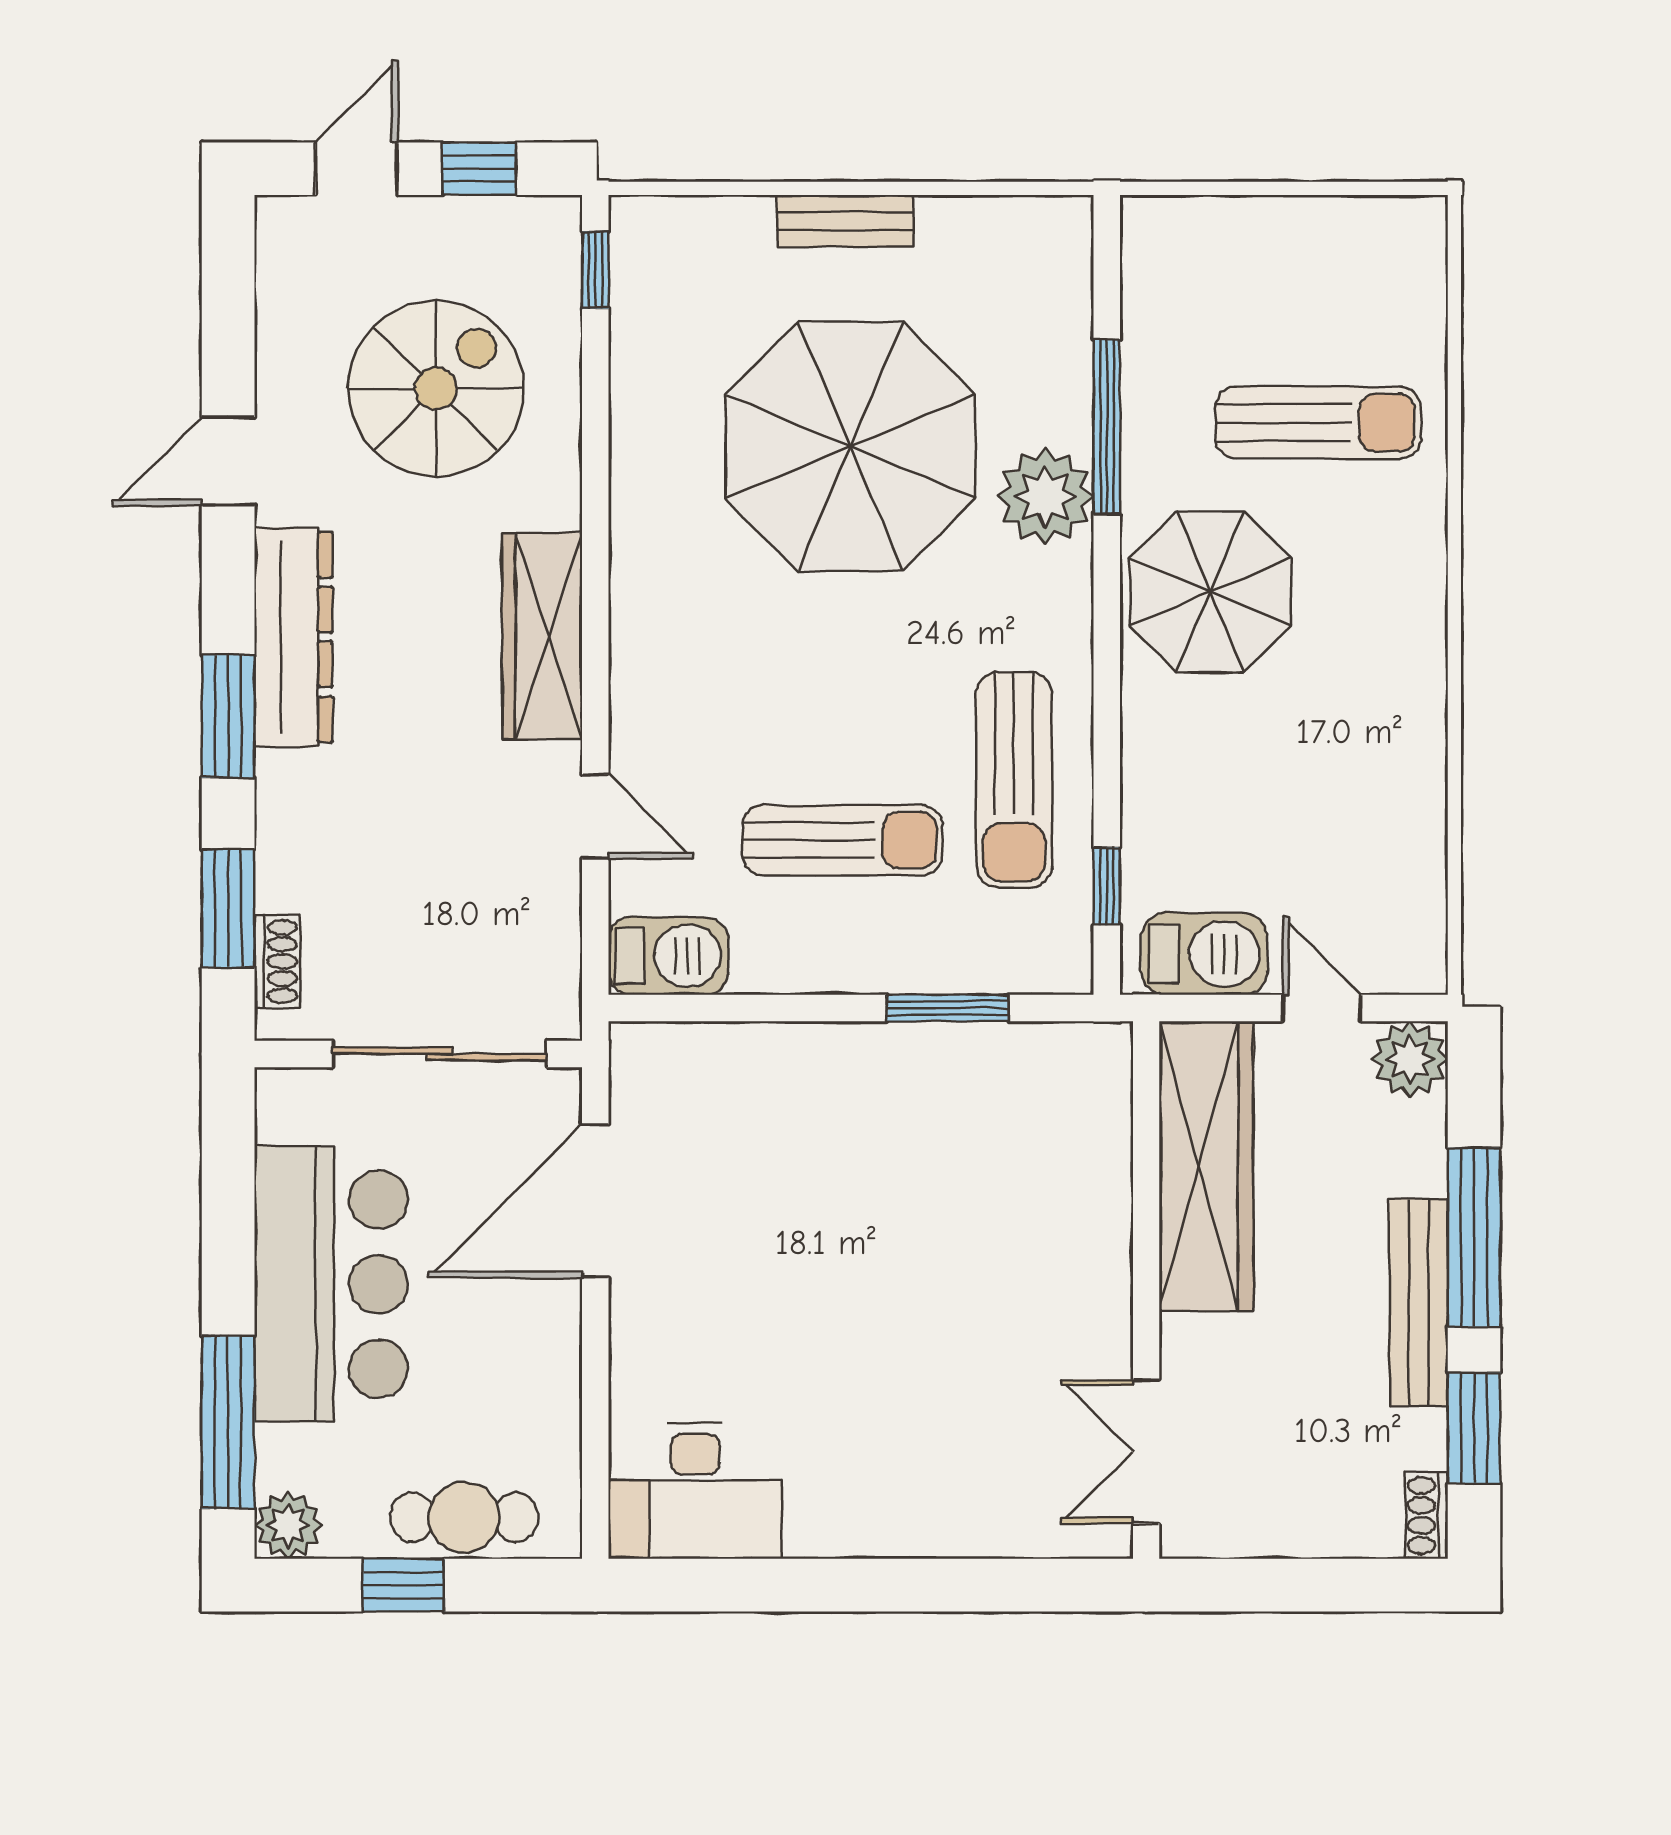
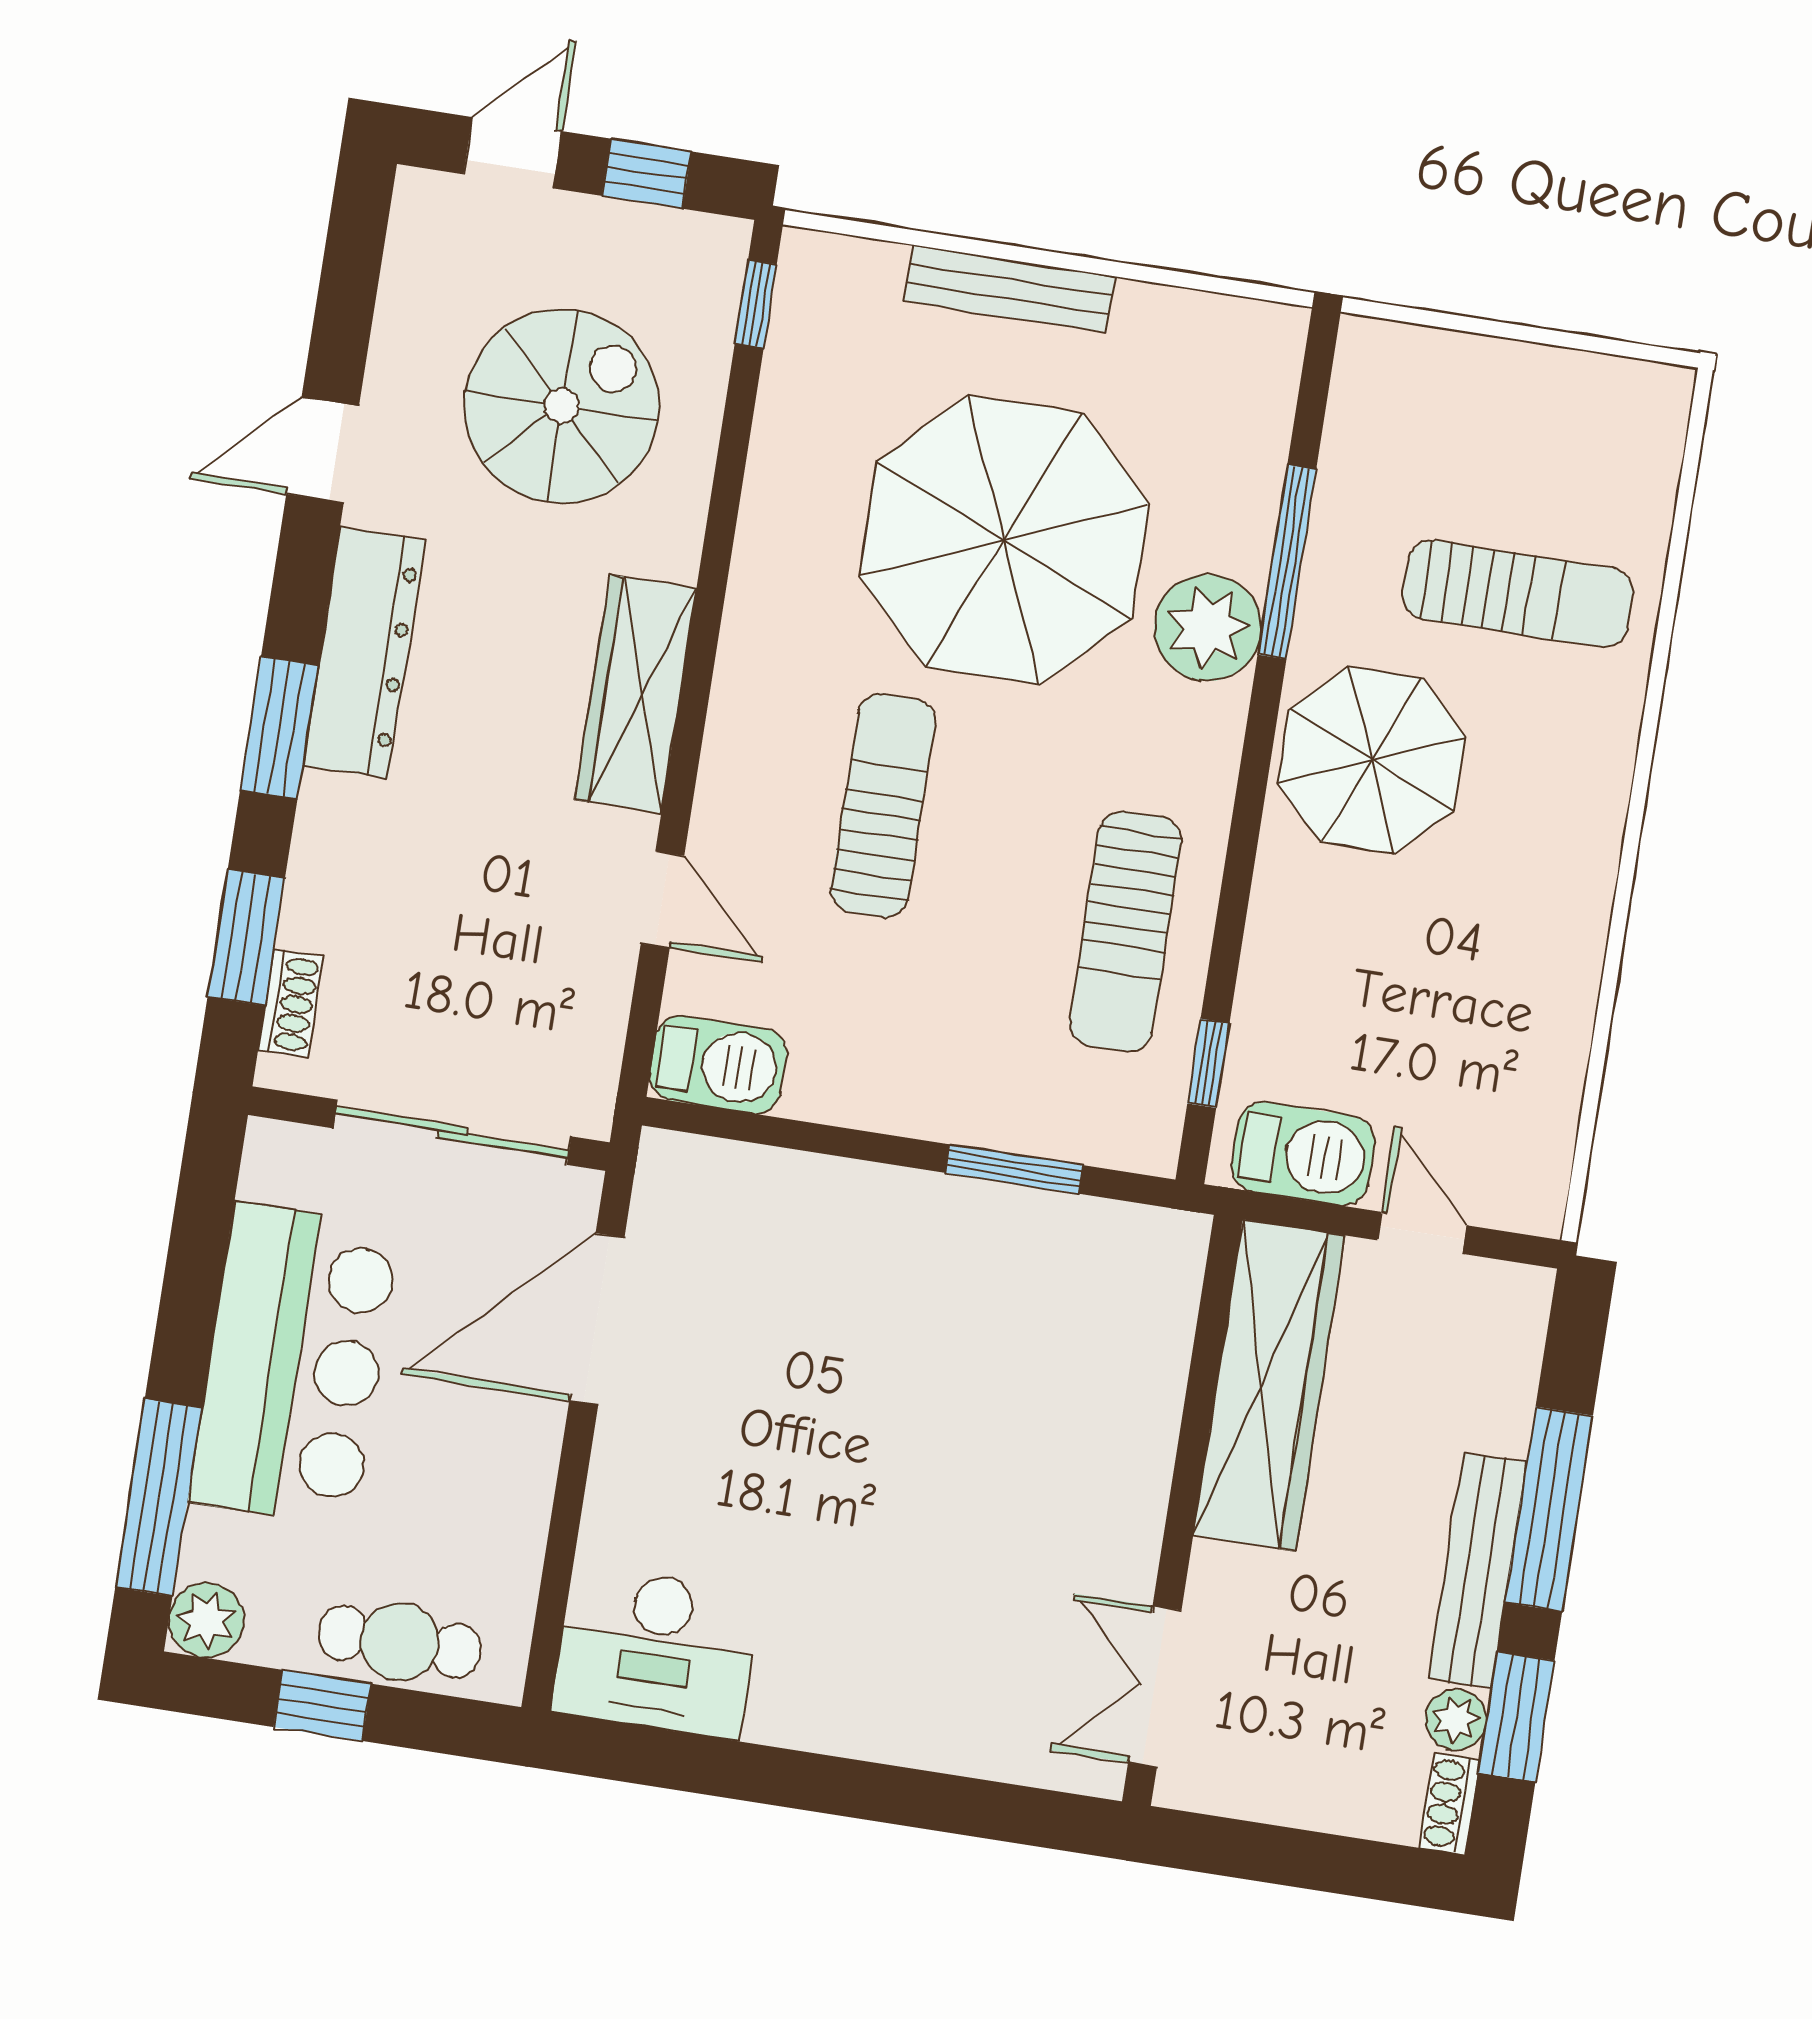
bench: (845, 221) -> (1010, 289), width x1.36
sun lounger: (842, 840) -> (883, 805), moved, turned -90
plant: (1410, 1059) -> (1456, 1720), moved, width x0.73, depth x0.73

